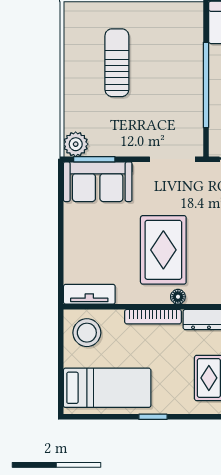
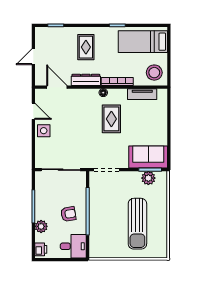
sun lounger: (117, 63) -> (137, 224), width x1.36, depth x1.34
plant: (76, 144) -> (148, 178), moved
rug: (163, 250) -> (111, 119), width x0.73, depth x0.70
tv unit: (89, 294) -> (142, 94), moved

